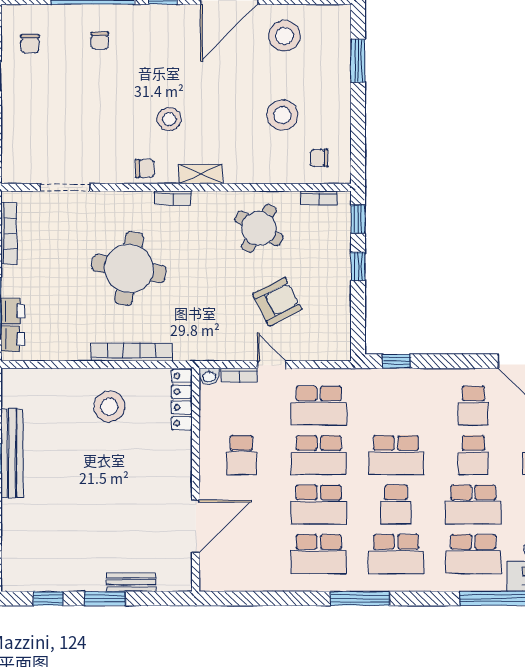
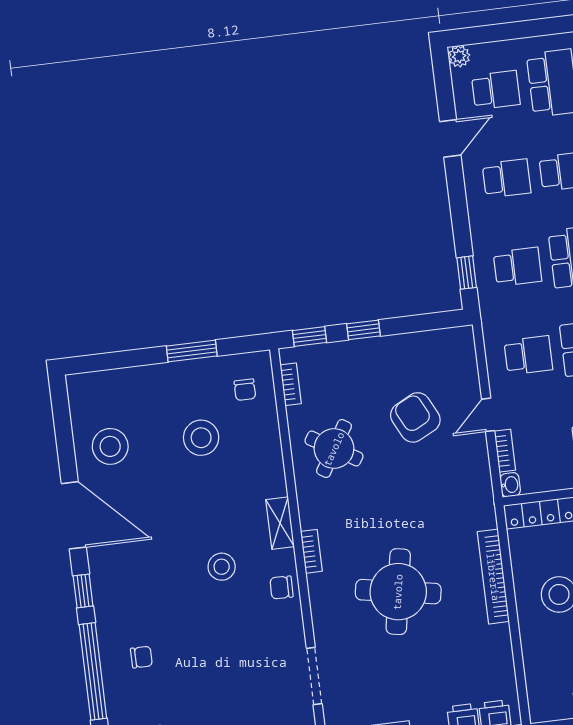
window: (358, 61) -> (192, 351), moved
chair: (145, 168) -> (281, 587), turned -89
school desk: (319, 406) -> (528, 355), width x0.54
school desk: (396, 406) -> (517, 267), added

